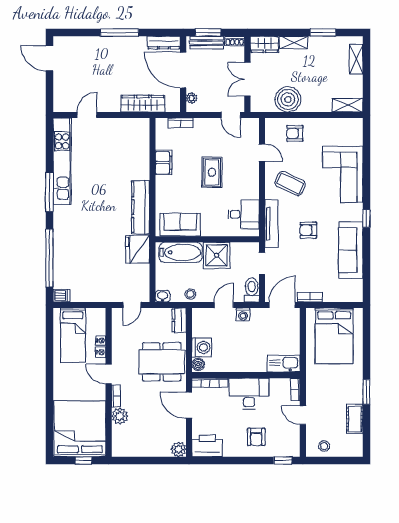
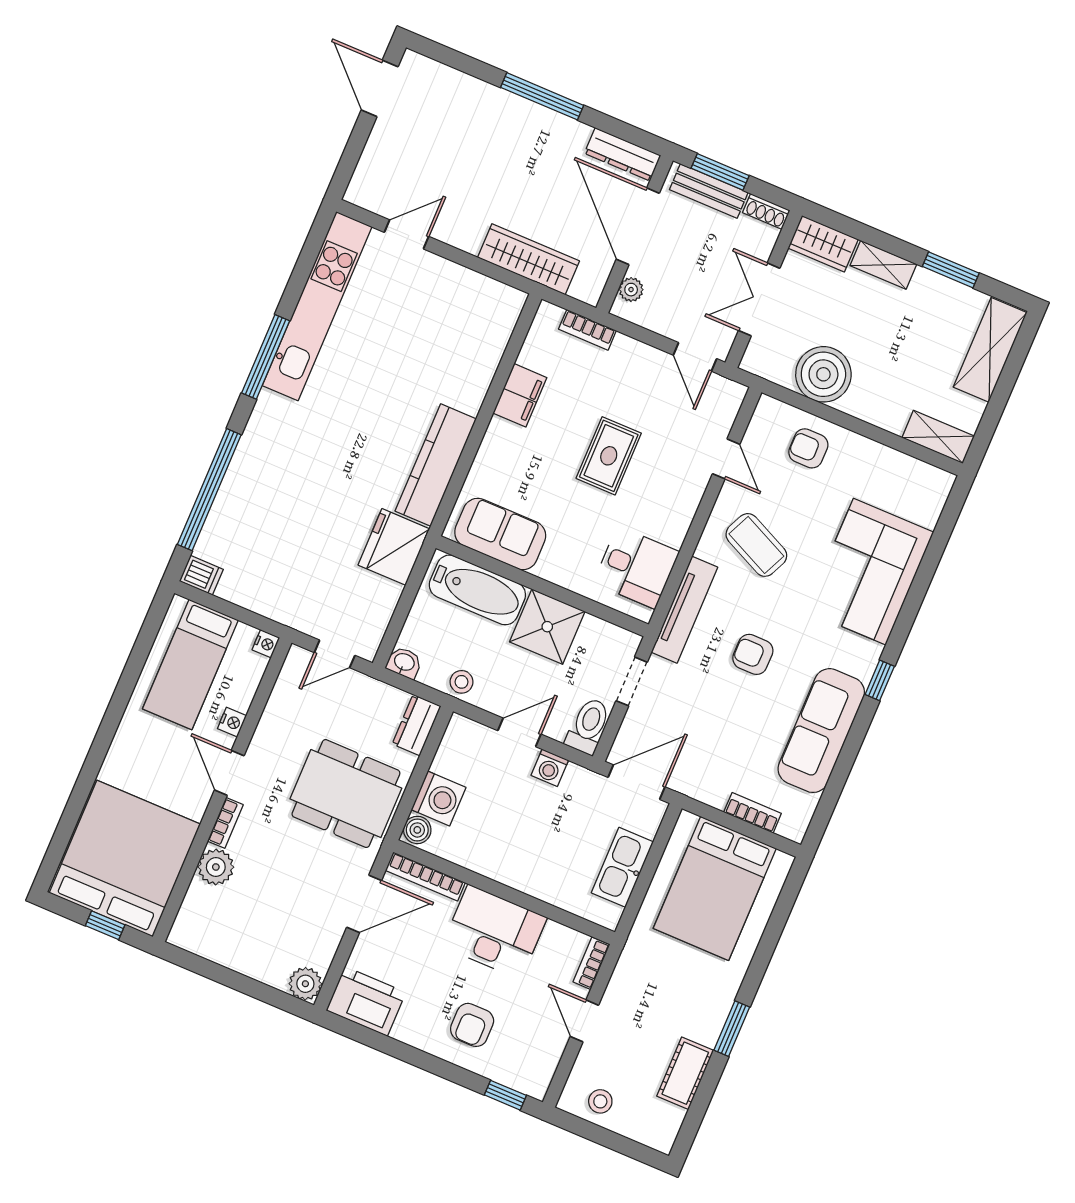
shelving: (356, 59) -> (990, 350), width x1.50, depth x1.33
bookcase: (310, 297) -> (753, 813), moved
nightstand: (101, 340) -> (266, 644), moved
kitchen sink: (284, 364) -> (622, 867), moved, turned -90
door: (189, 405) -> (364, 904), swing flipped

